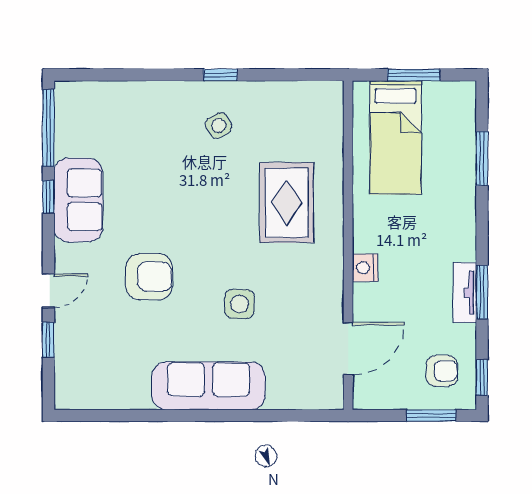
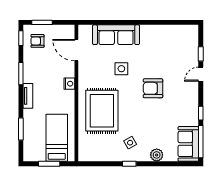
plant: (155, 96) -> (157, 155), added
sofa: (78, 200) -> (188, 144), moved
rug: (287, 203) -> (102, 111), width x1.37, depth x1.44
armchair: (149, 277) -> (153, 88), moved
tv unit: (465, 293) -> (28, 96), moved
door: (348, 349) -> (76, 50), hinge flipped
sofa: (209, 386) -> (116, 35), moved

